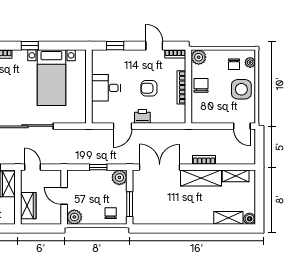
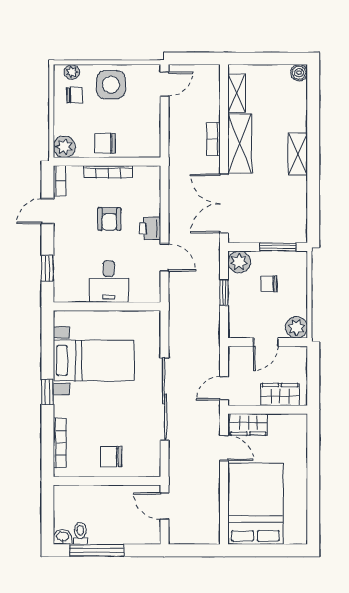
chair: (111, 213) -> (269, 284), moved
shelving: (228, 218) -> (298, 154), moved

